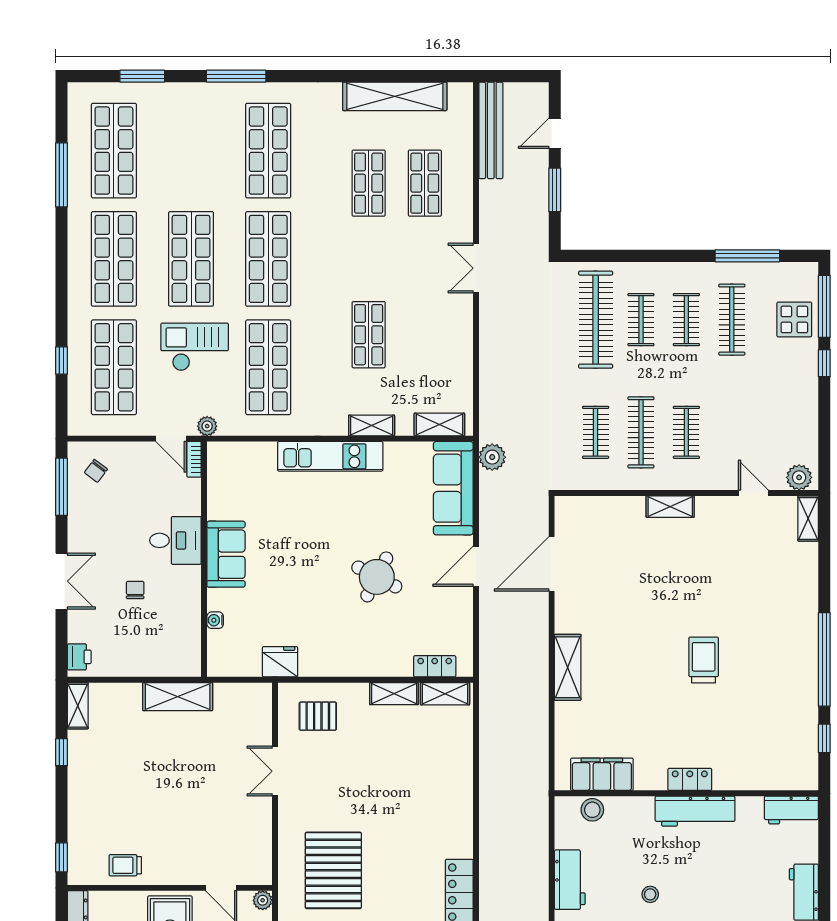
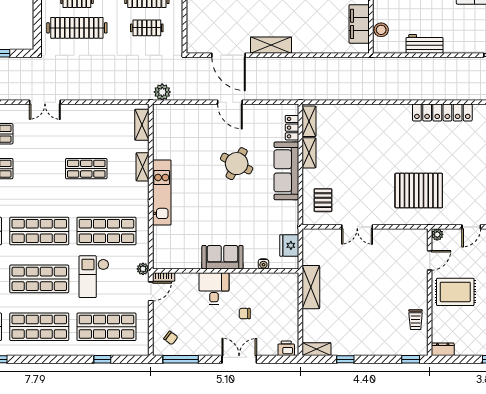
sofa: (453, 488) -> (286, 171), moved, turned 90
fridge: (280, 662) -> (289, 245), moved
shelving: (568, 667) -> (271, 45), moved

